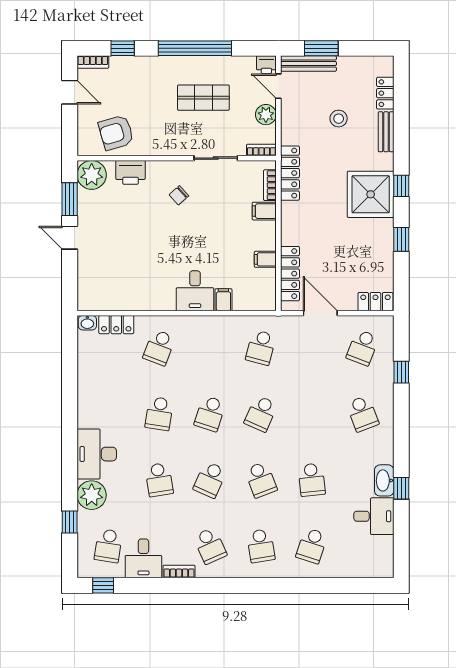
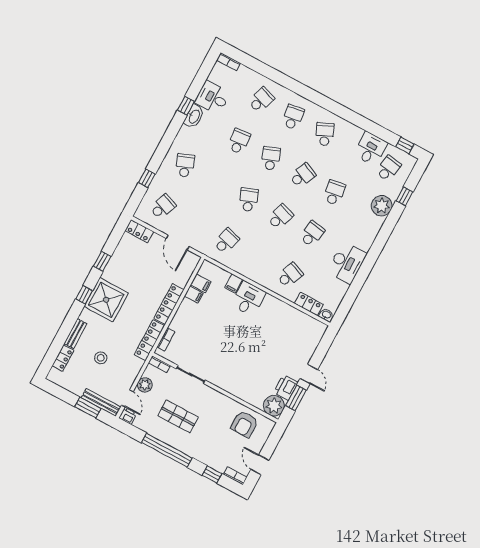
armchair: (116, 133) -> (244, 424), turned 106
printer: (131, 172) -> (286, 387), moved, turned -90
chair: (179, 195) -> (226, 364), removed
filing cabinet: (264, 211) -> (201, 283), moved
locker: (290, 274) -> (169, 304), moved
school desk: (261, 414) -> (249, 200), turned -45
desk: (97, 454) -> (347, 263), moved
bookcase: (179, 572) -> (229, 62), moved

